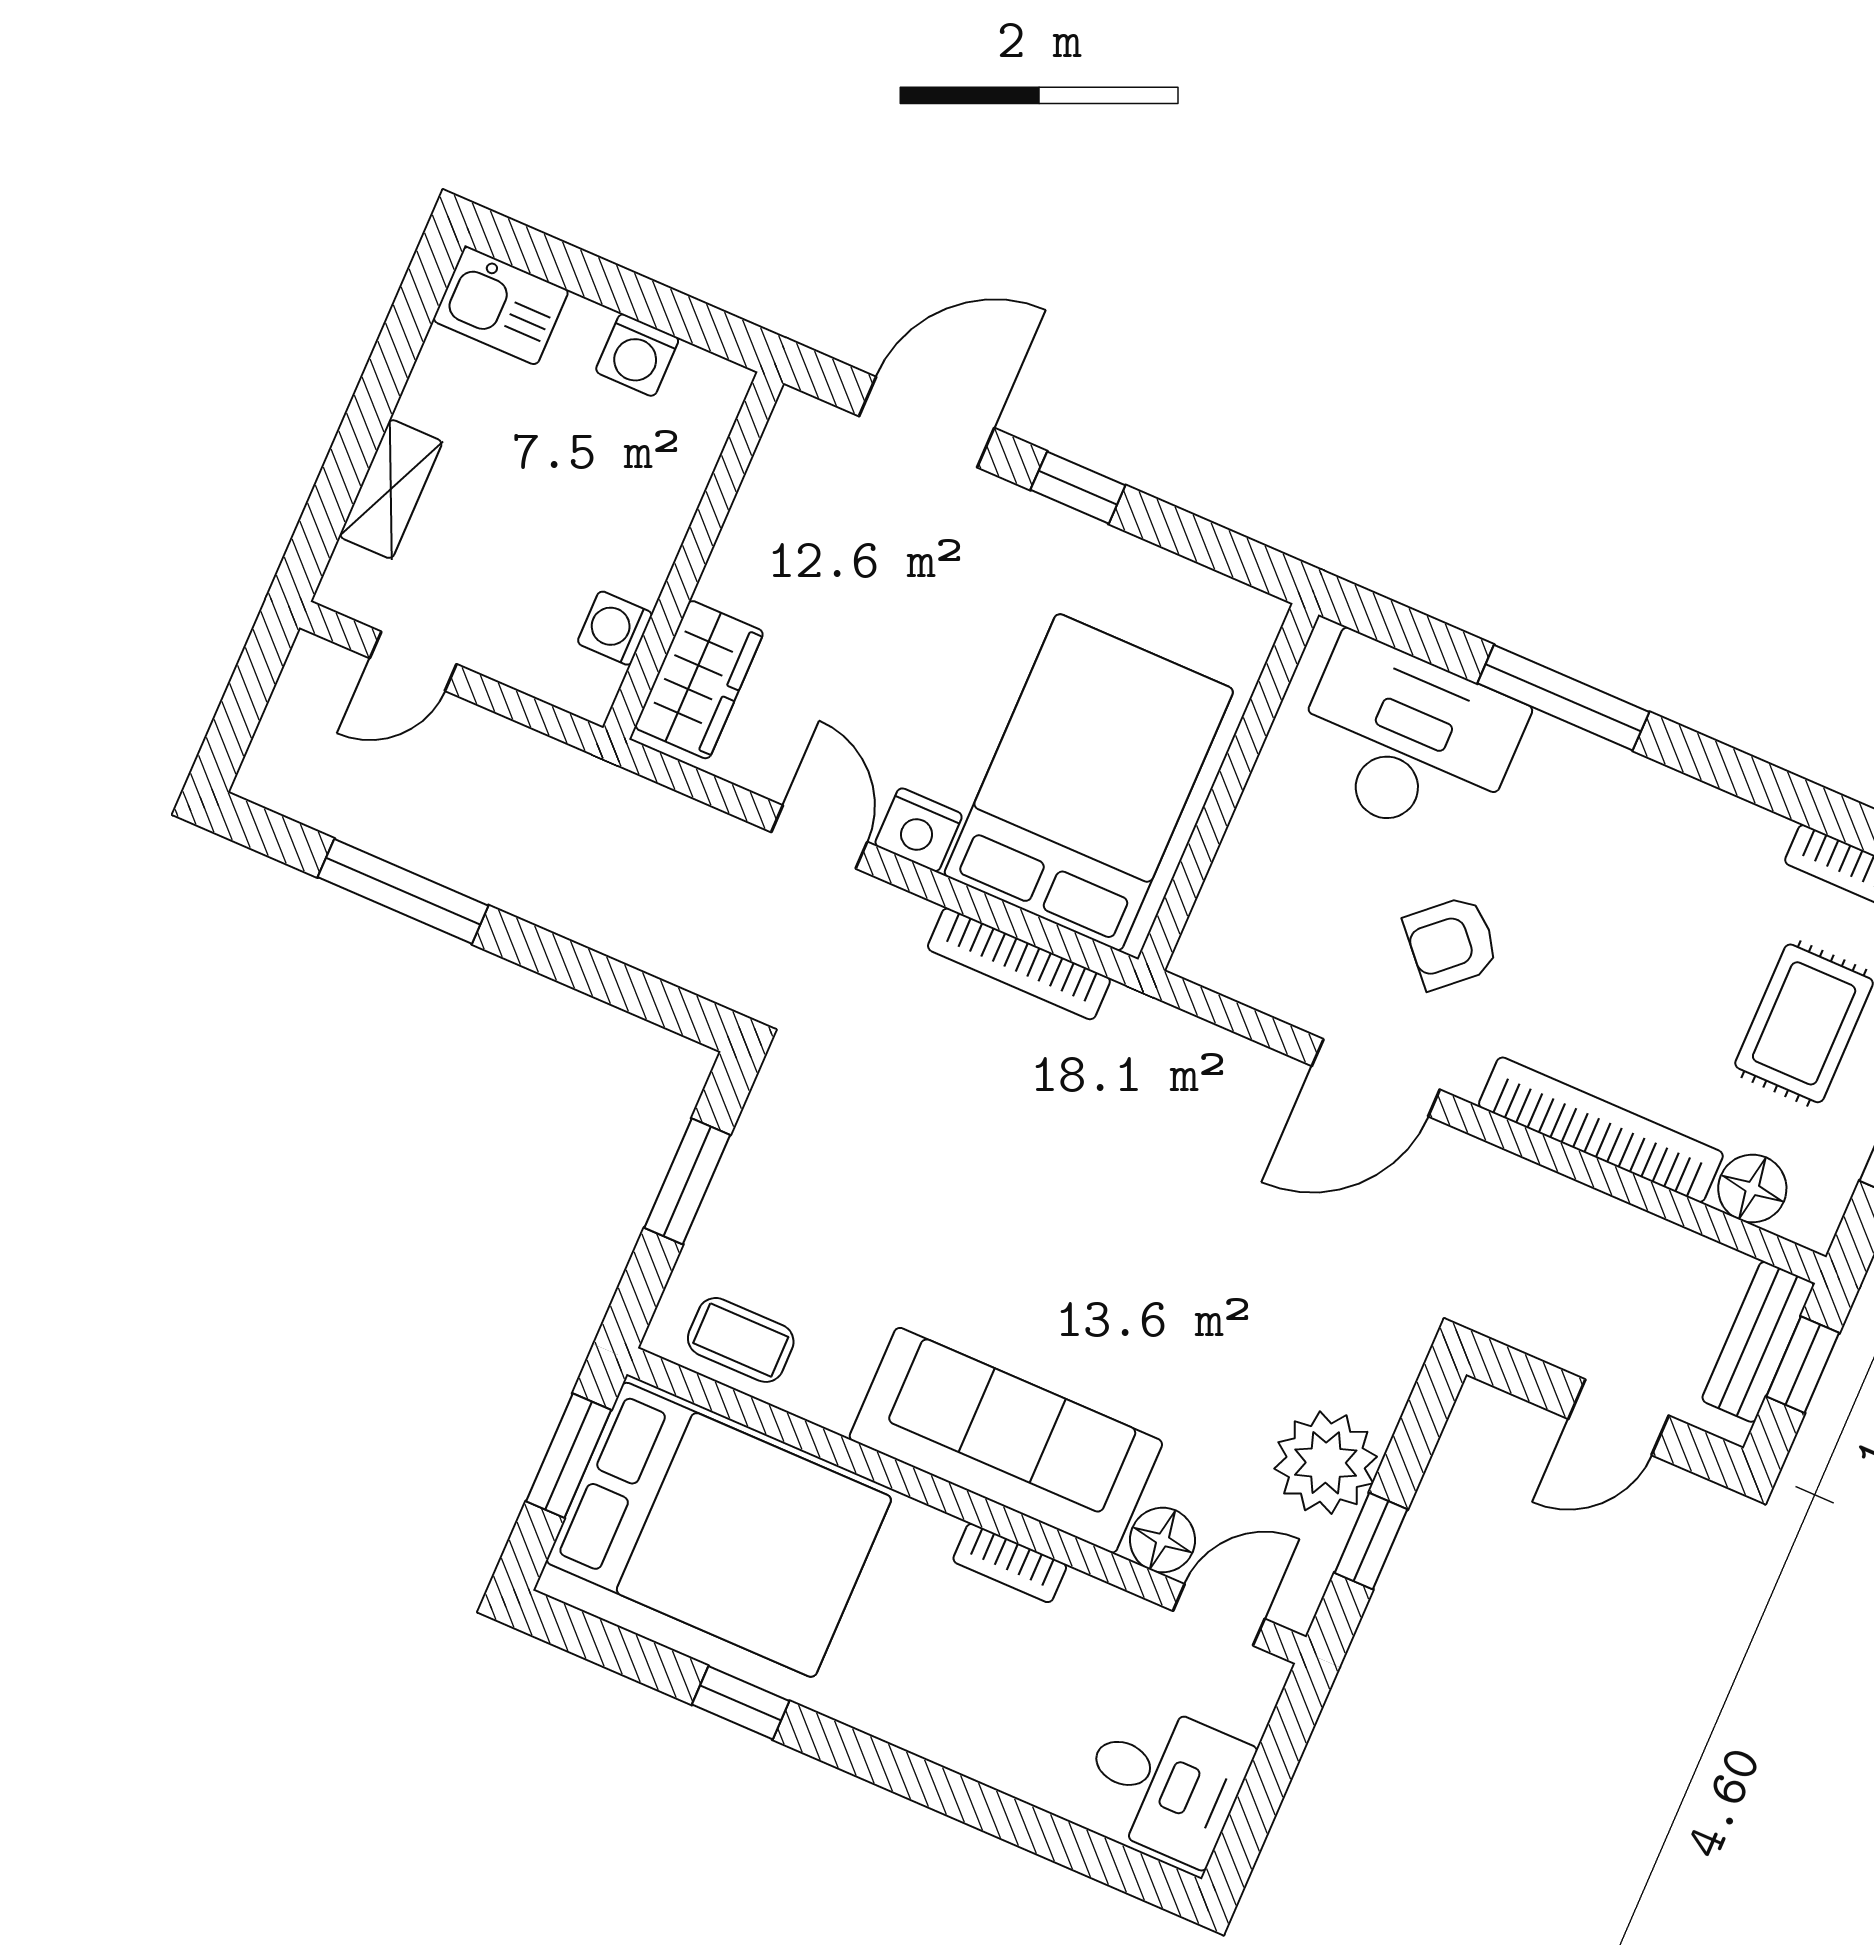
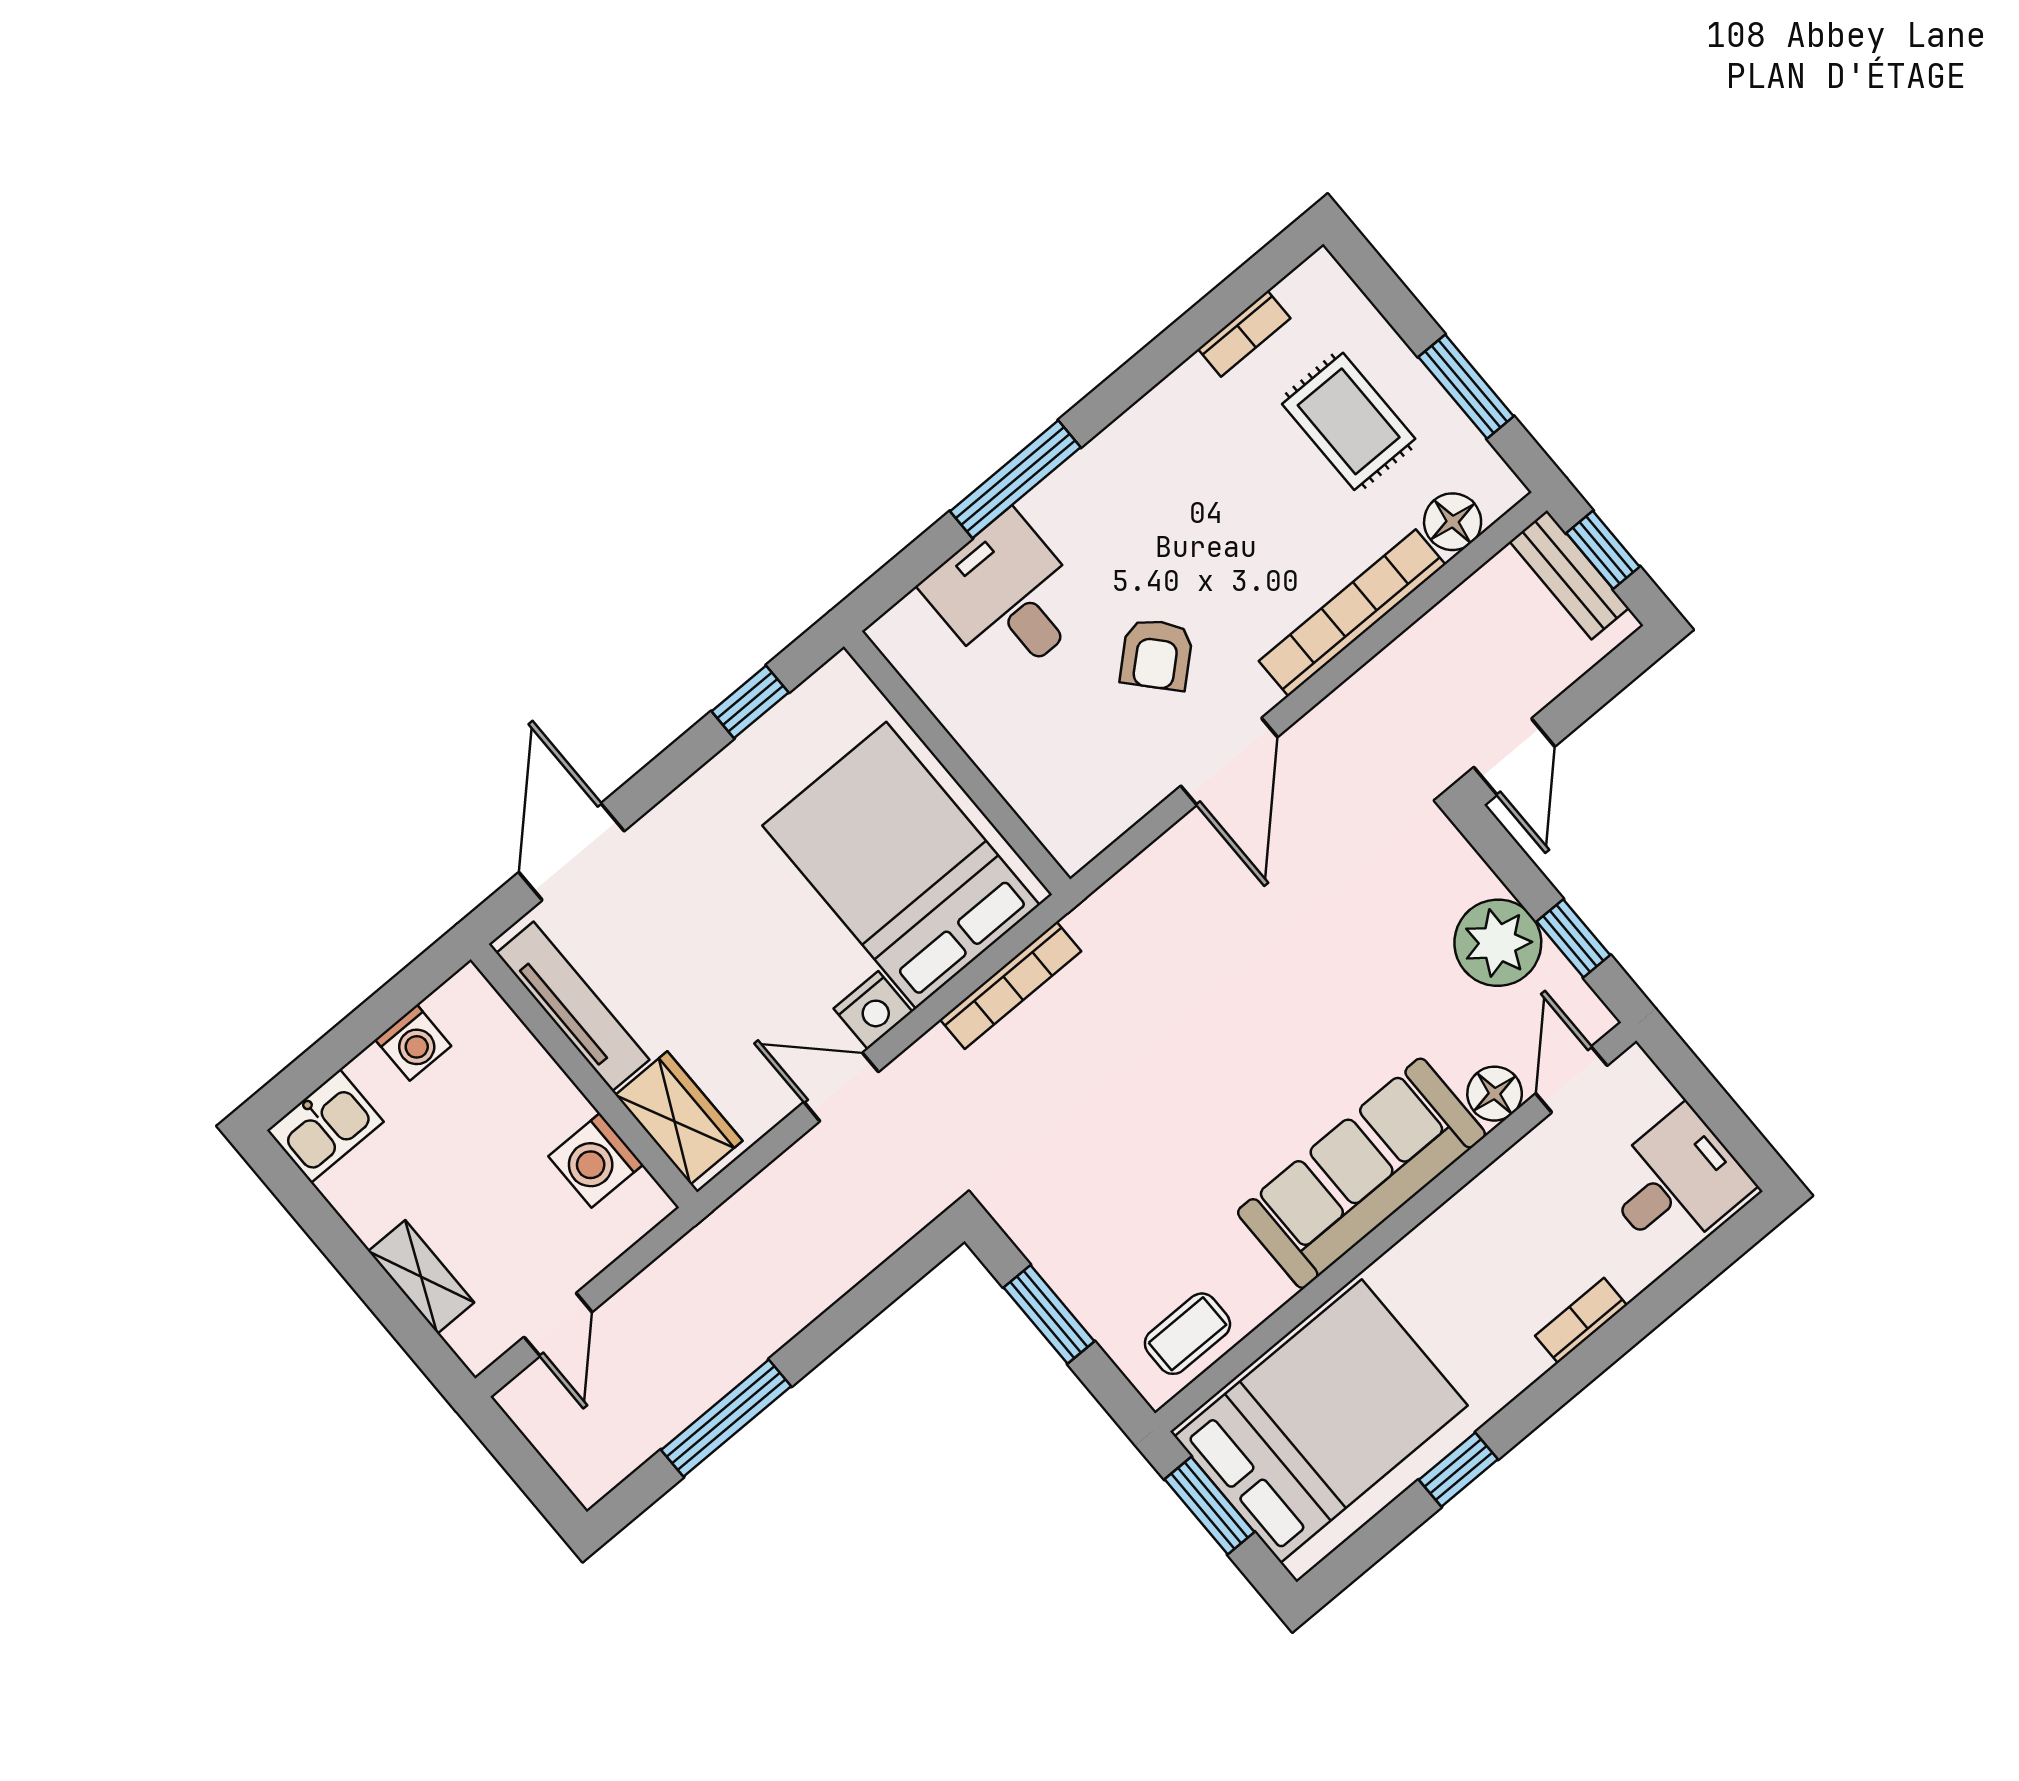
window: (1078, 488) -> (750, 702), moved
tv unit: (762, 506) -> (573, 1006), added
washing machine: (615, 628) -> (596, 1160), width x1.38, depth x1.38
desk: (1407, 741) -> (1007, 597), width x0.73
door: (1618, 1417) -> (1514, 757), moved
bookcase: (1010, 1563) -> (1581, 1320), moved, turned 180

